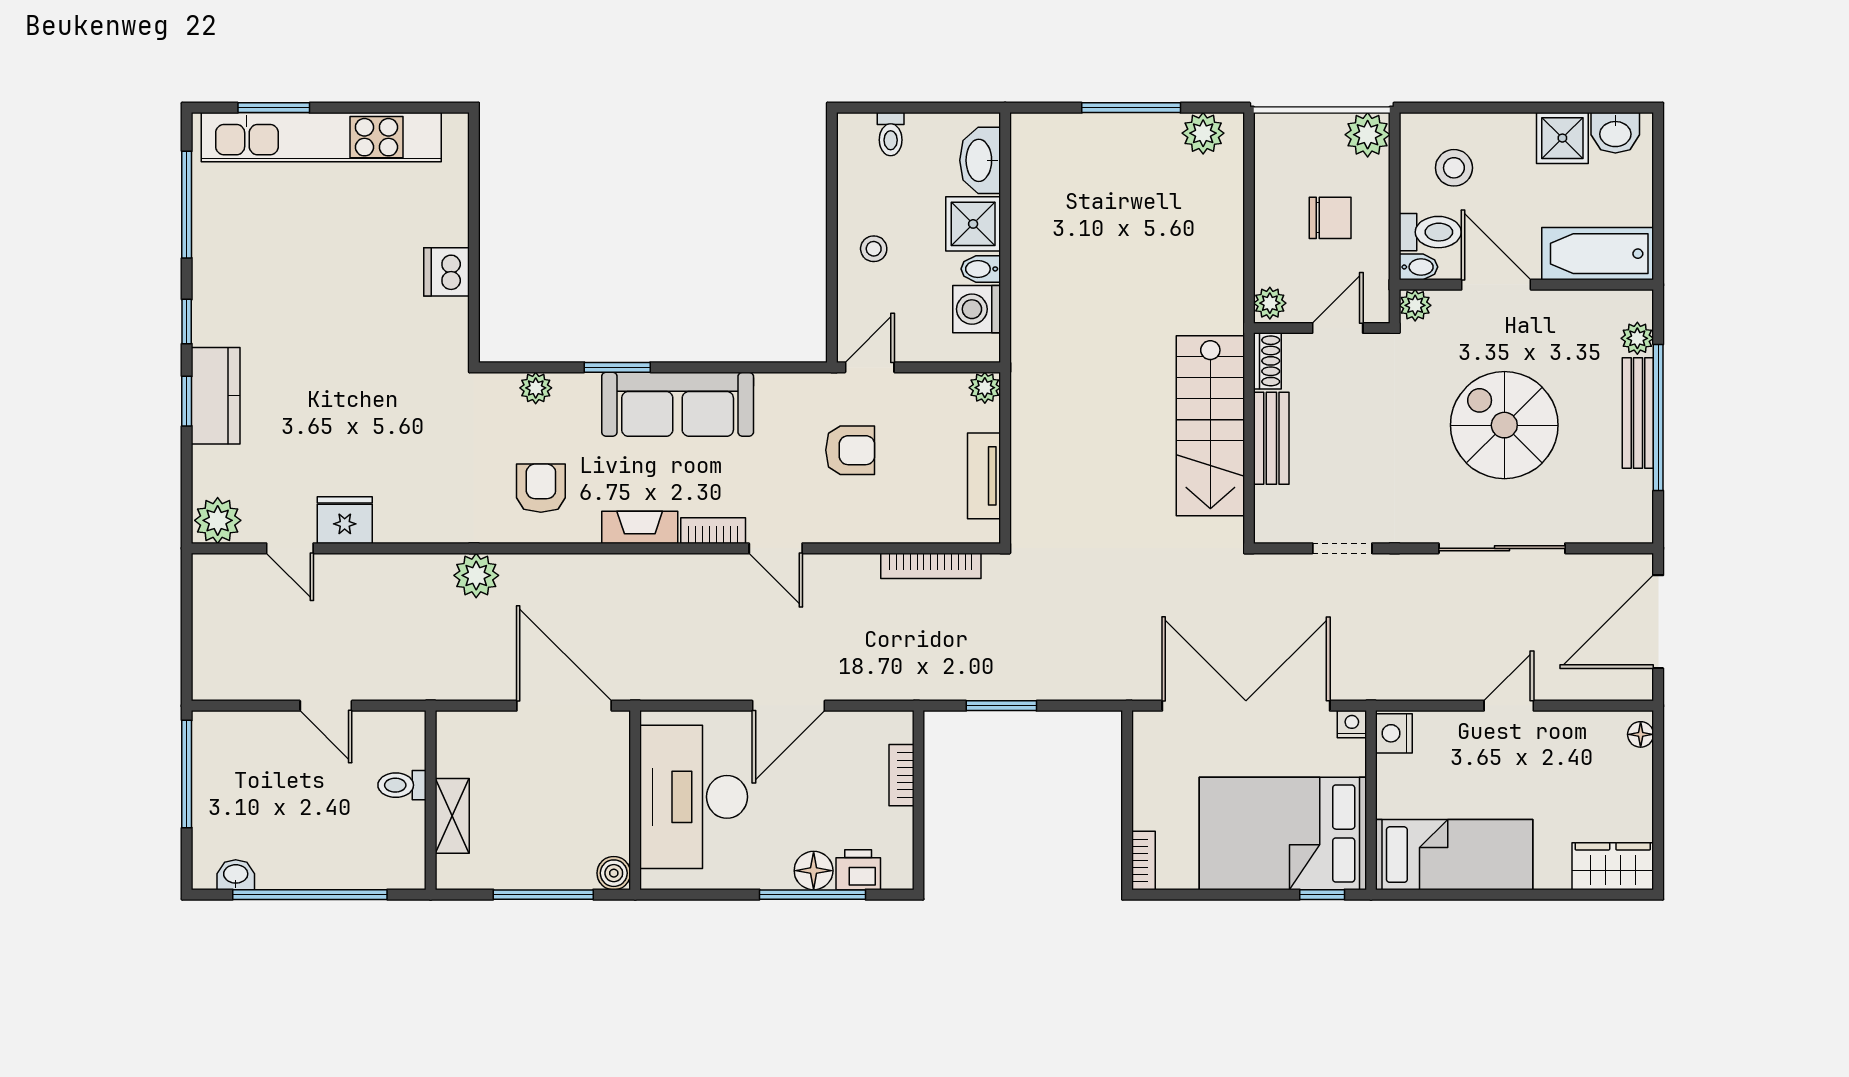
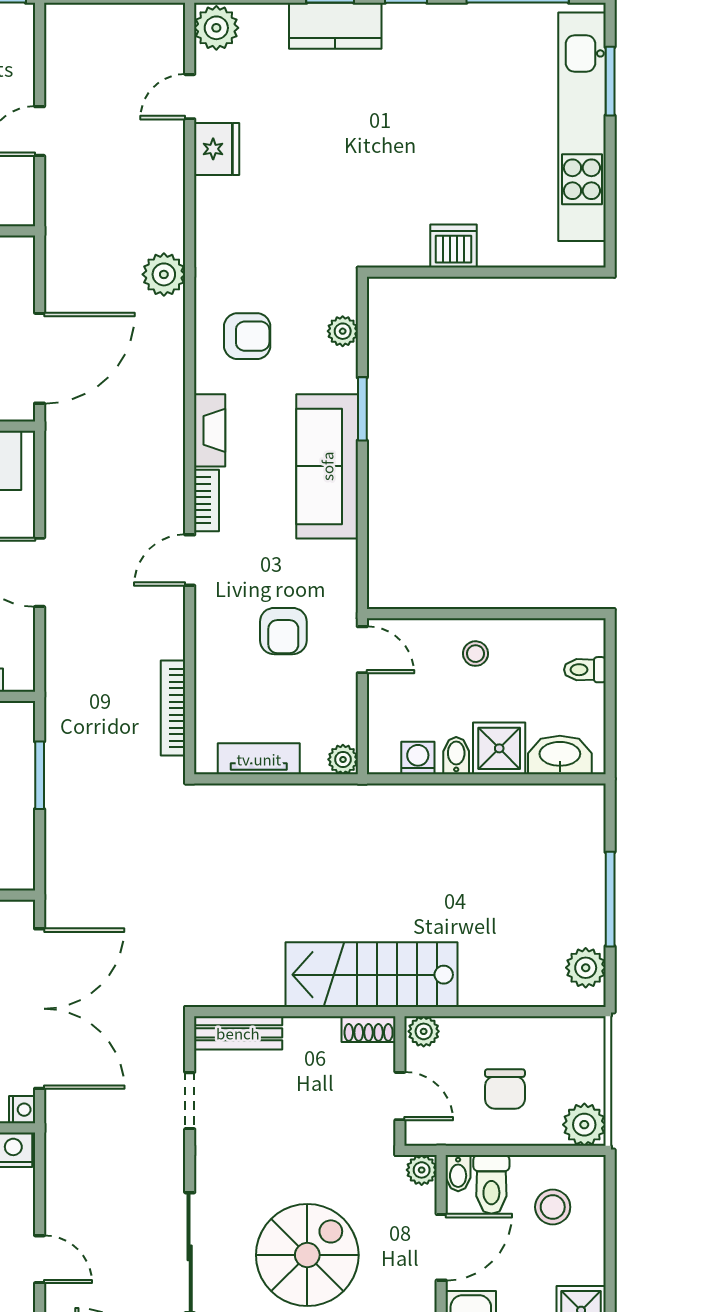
washing machine: (977, 309) -> (418, 758), width x0.73, depth x0.73
stairs: (1210, 426) -> (372, 975), moved
bench: (1271, 438) -> (238, 1033), moved

